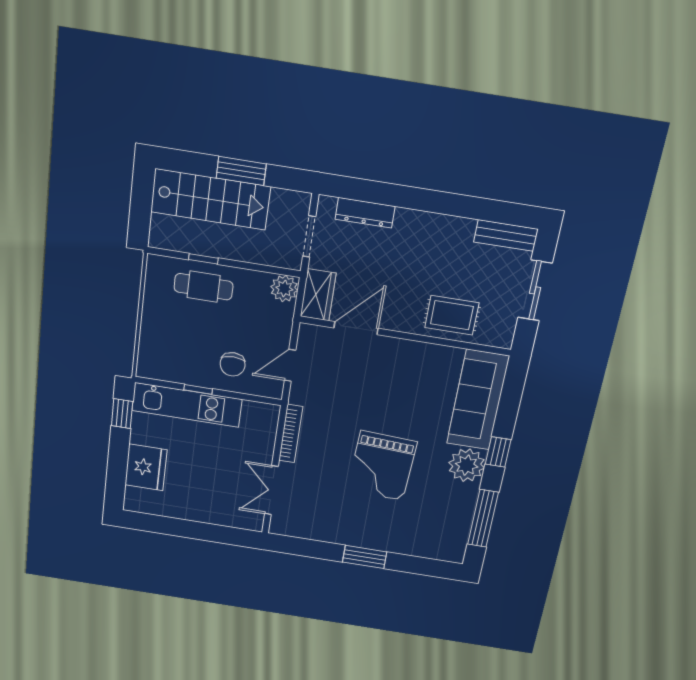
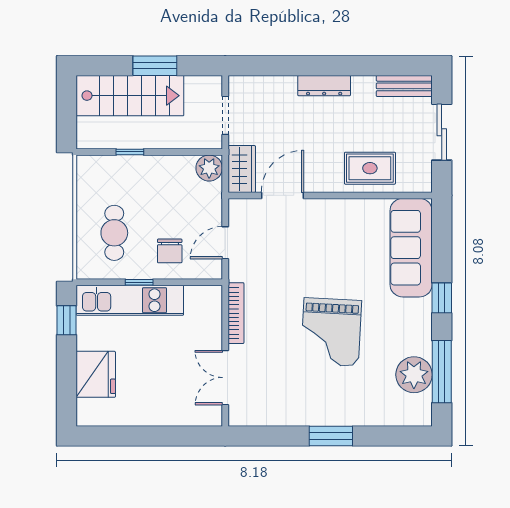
dresser: (365, 213) -> (324, 86), moved
cafe table: (204, 287) -> (114, 233), moved, turned 90
plant: (467, 465) -> (414, 375), moved

